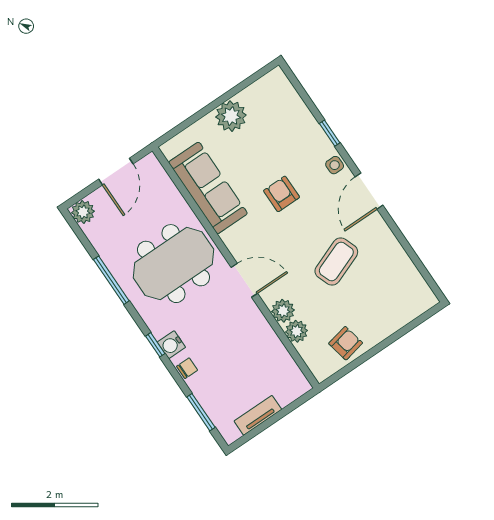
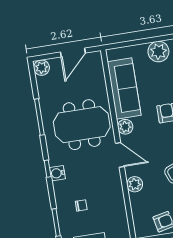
plant: (297, 331) -> (125, 127), moved
chair: (187, 368) -> (81, 205), moved

